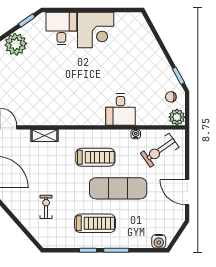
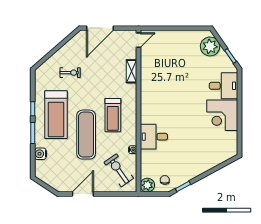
treadmill: (95, 223) -> (56, 115), width x1.37, depth x1.38
water cooler: (159, 241) -> (40, 154), moved

